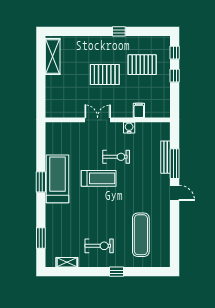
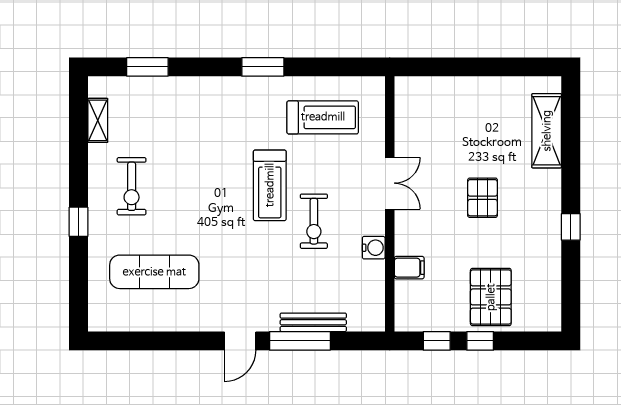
window: (175, 53) -> (437, 341), moved
shelving: (53, 57) -> (547, 131), moved, turned 90
pallet: (142, 65) -> (491, 297), moved
pallet: (105, 75) -> (483, 198), width x0.67, depth x0.71
treadmill: (58, 179) -> (323, 117), moved, width x0.73, depth x0.73

